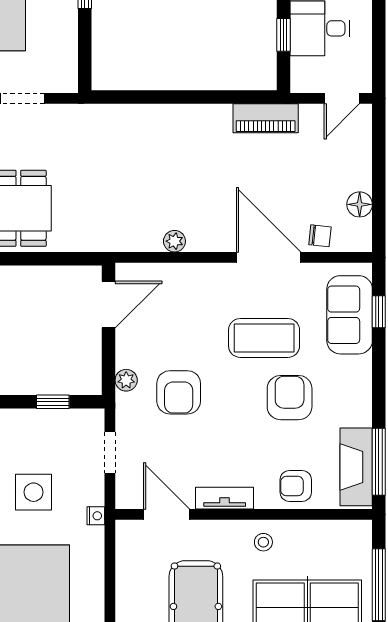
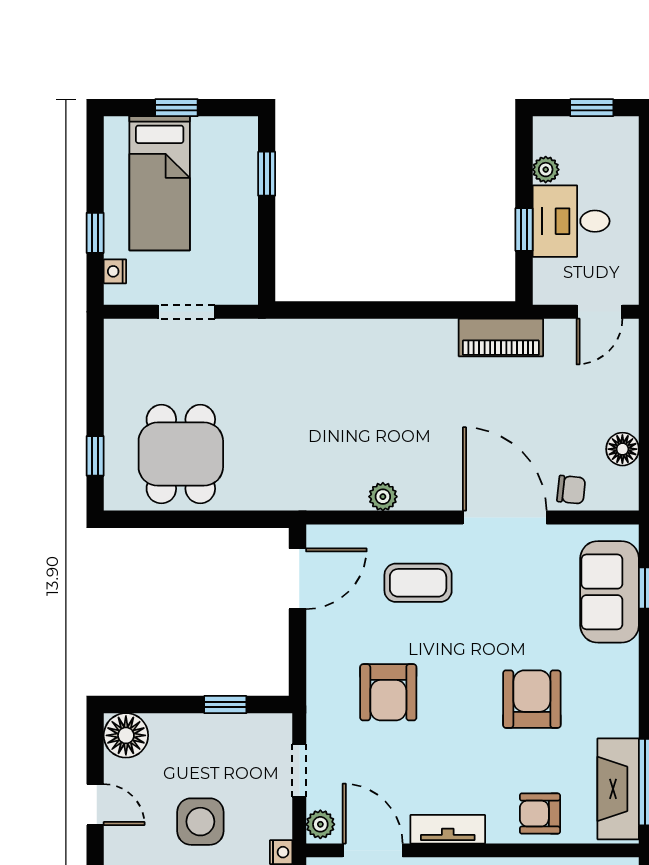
coffee table: (264, 338) -> (418, 583), moved, width x0.73, depth x0.76
plant: (126, 380) -> (320, 824), moved

